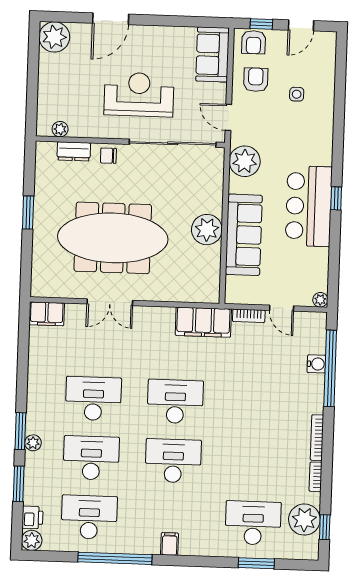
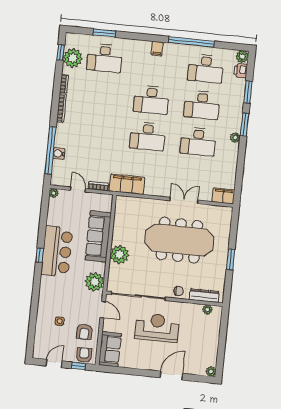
plant: (54, 37) -> (211, 372), width x0.53, depth x0.53
reception desk: (139, 95) -> (157, 328), turned 180
dresser: (74, 151) -> (204, 296), width x1.44
plant: (207, 230) -> (119, 255), moved
plant: (33, 443) -> (235, 138), moved

